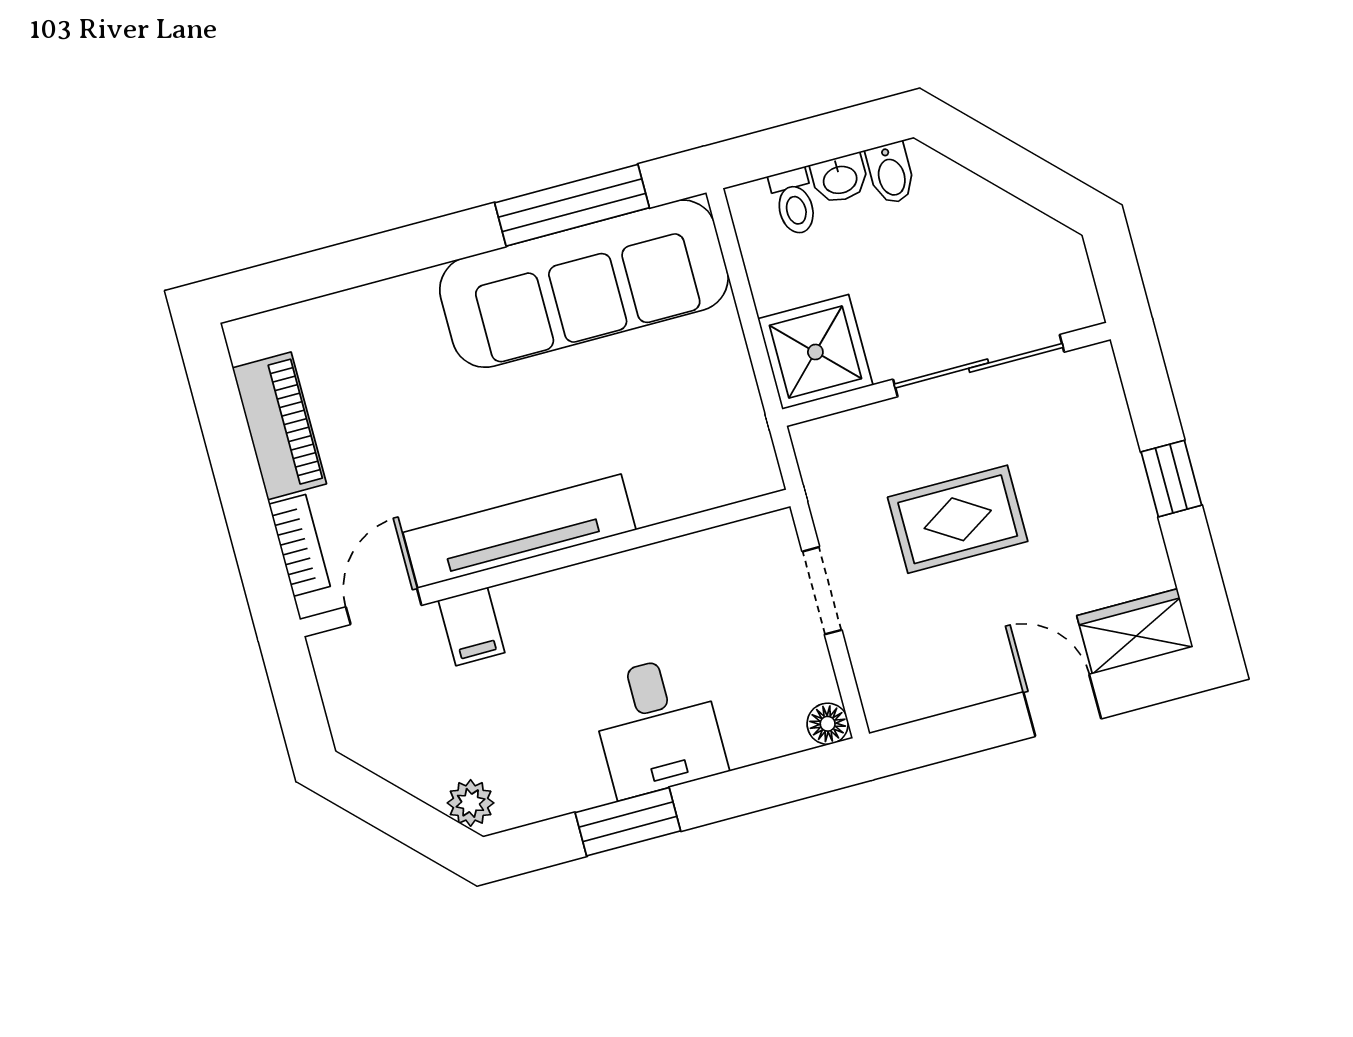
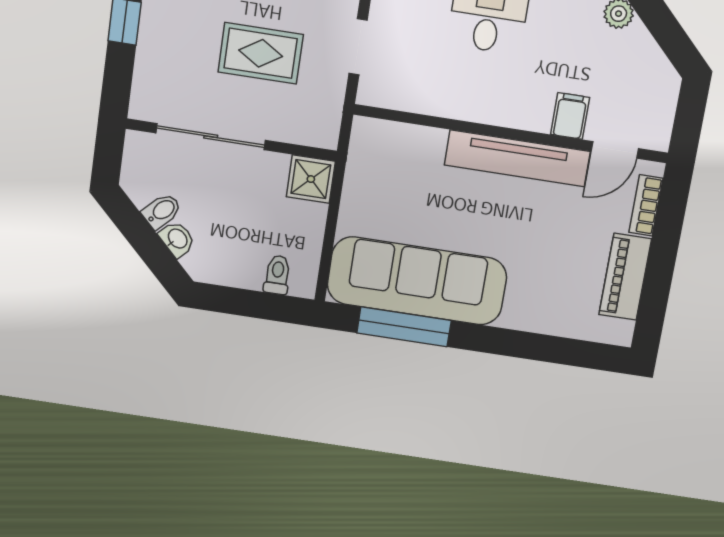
bidet: (891, 173) -> (162, 211), moved, turned 45
washbasin: (840, 179) -> (177, 239), moved, turned 45
shower: (815, 352) -> (311, 179), width x0.73, depth x0.73

